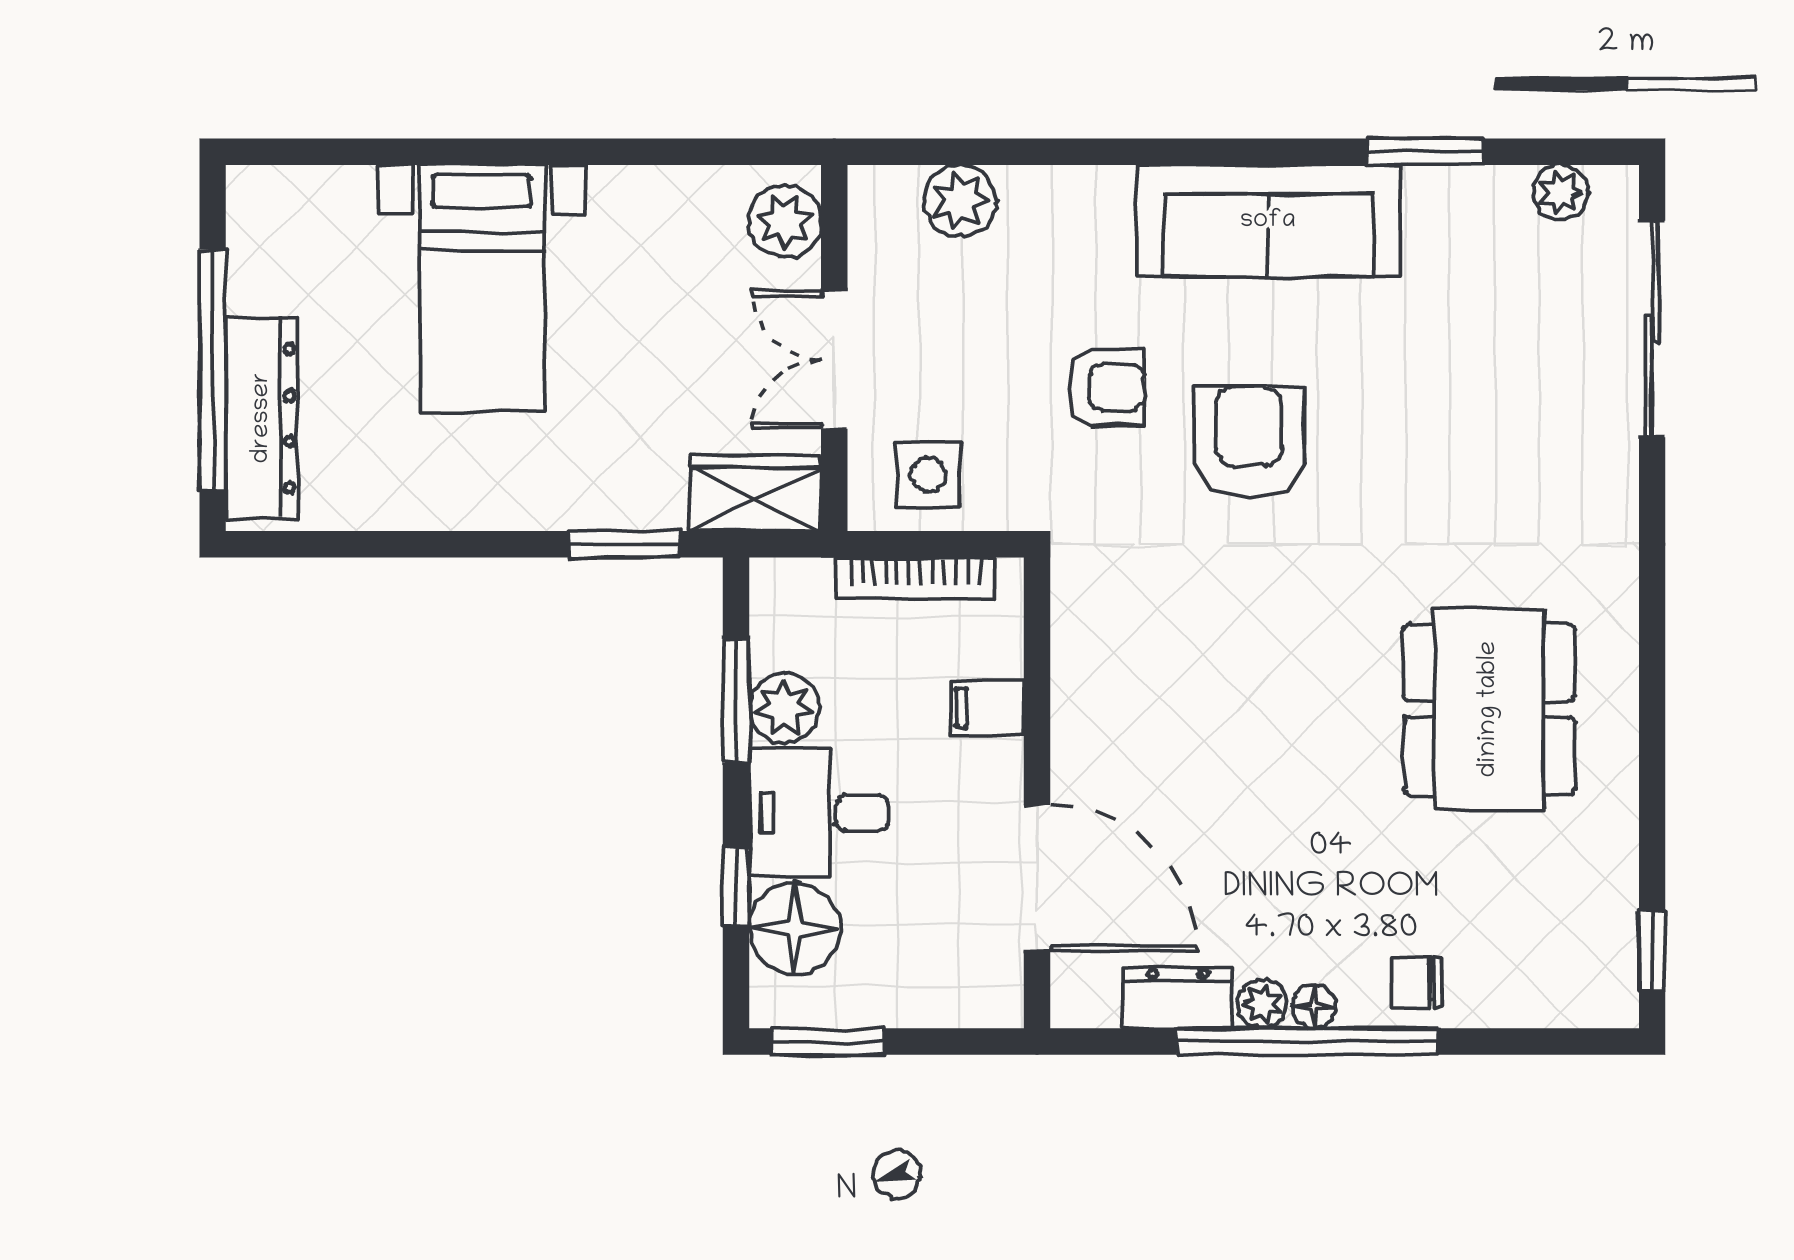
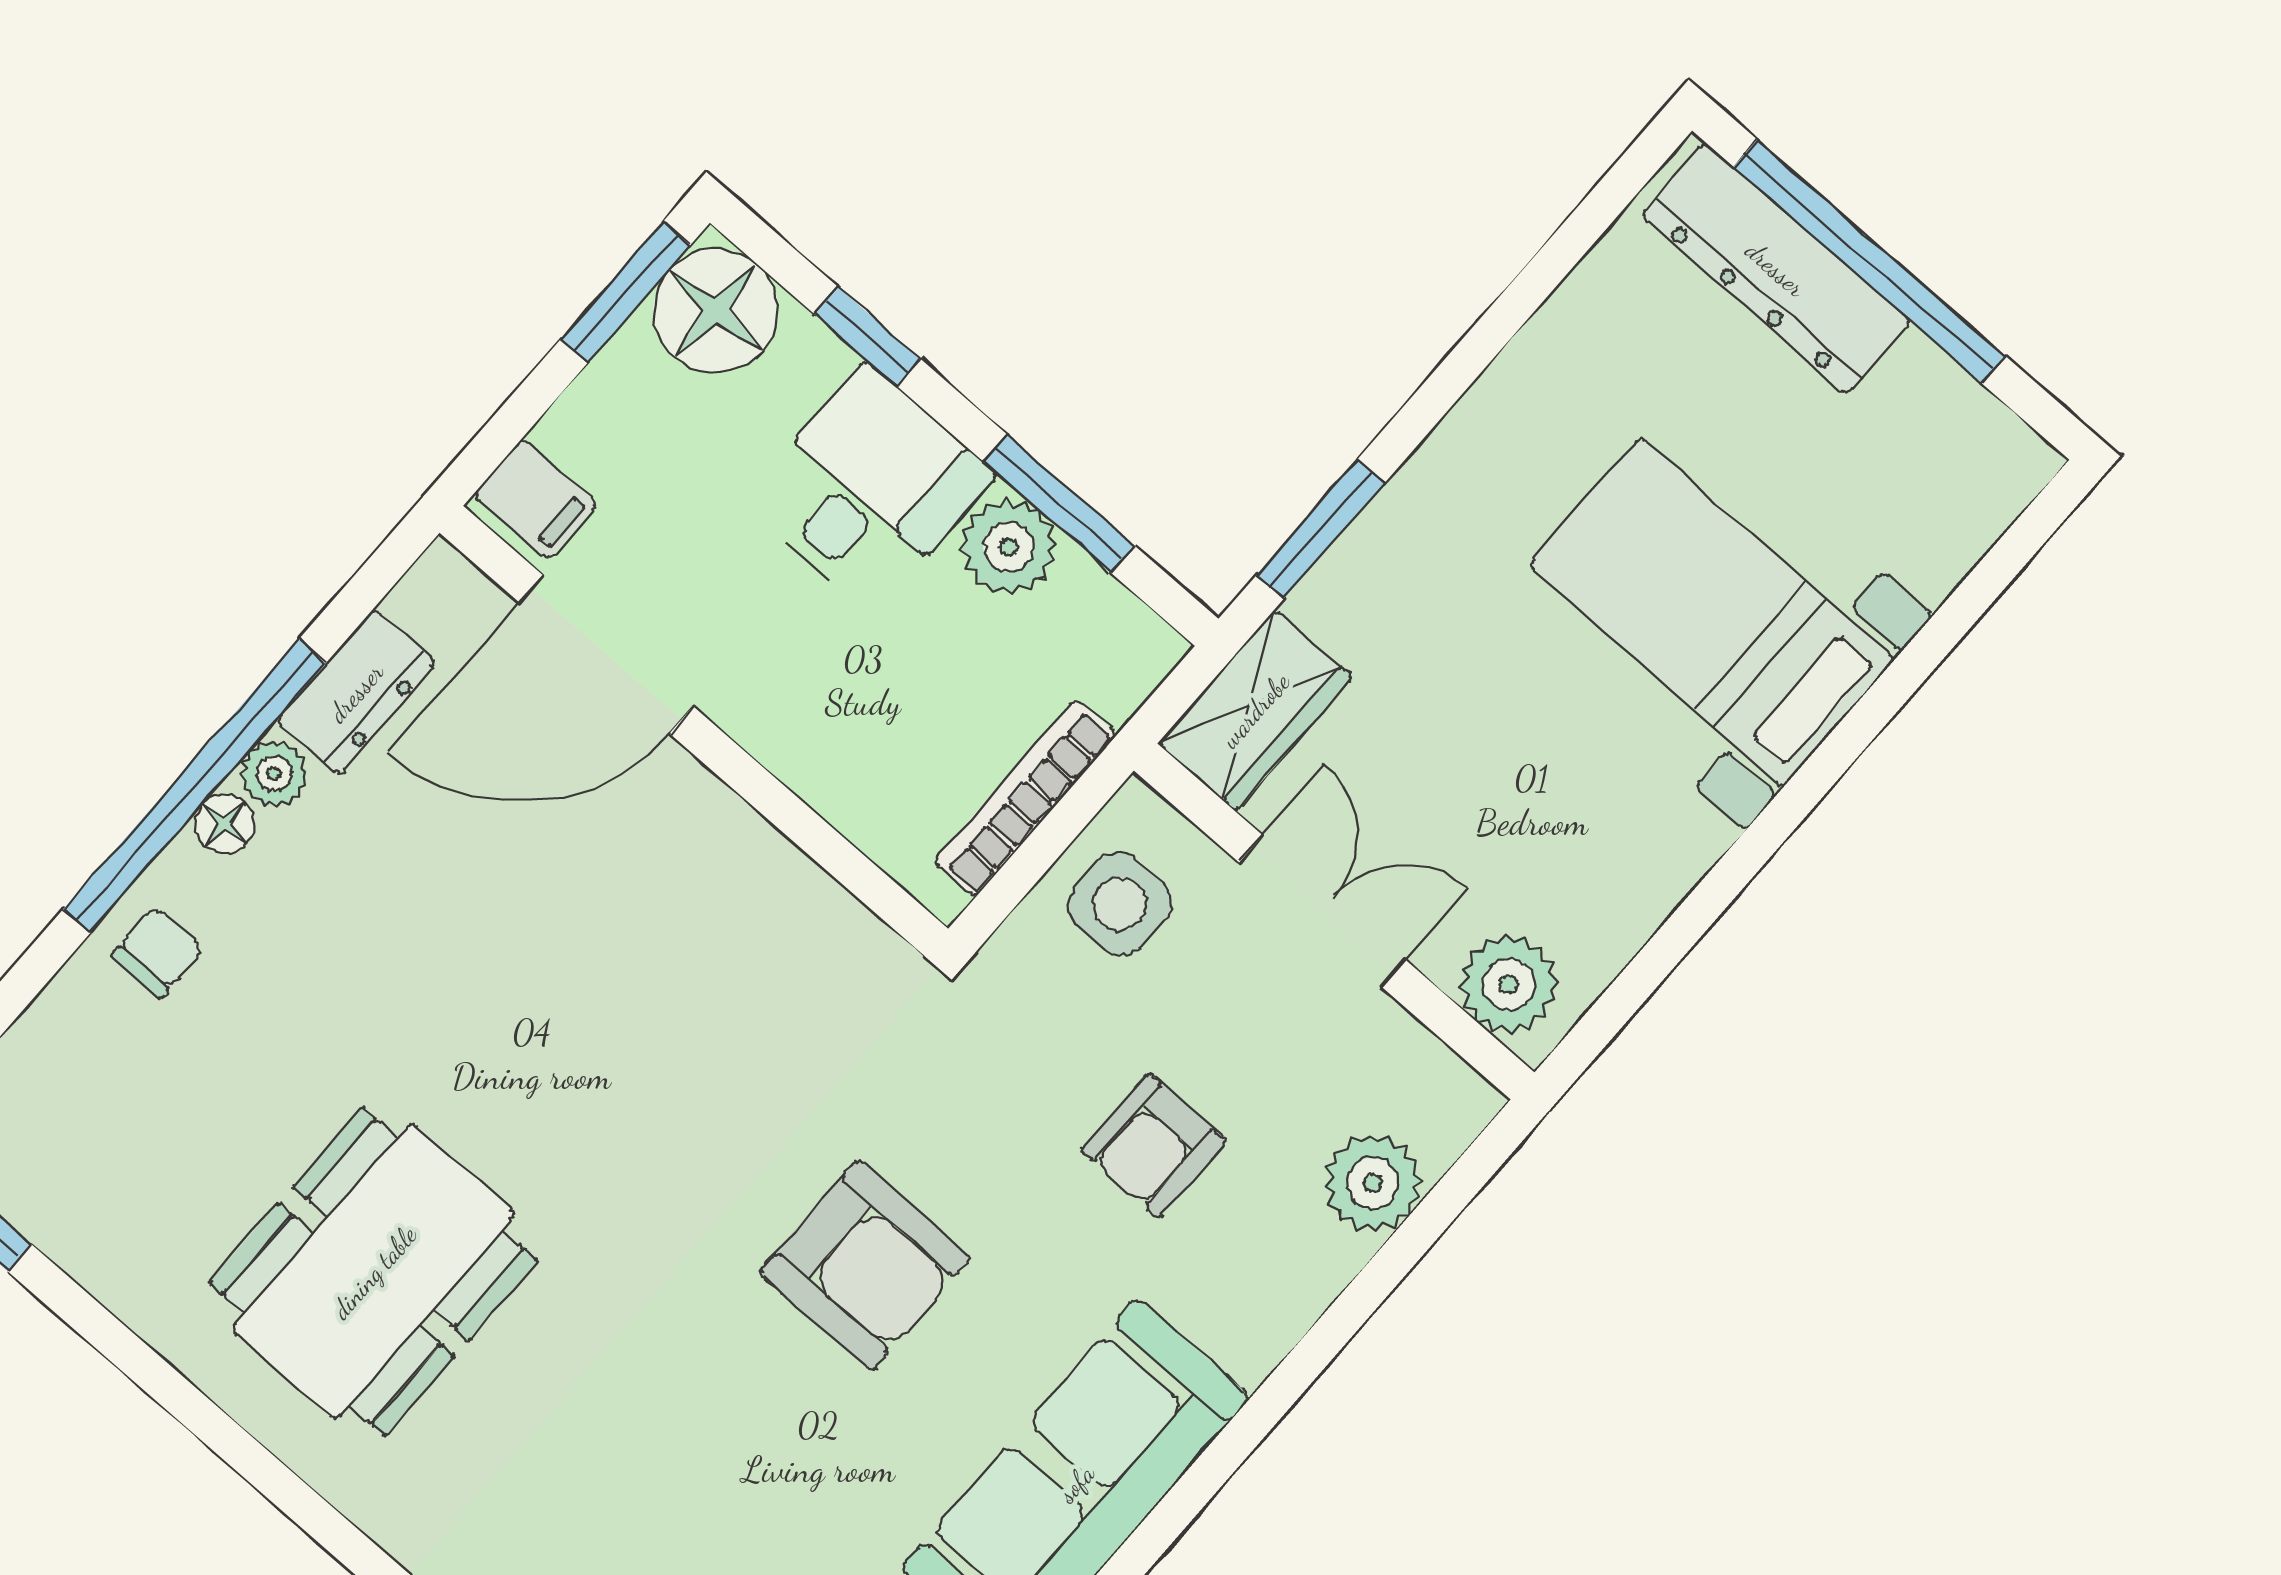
armchair: (1106, 387) -> (1153, 1145), moved
filing cabinet: (987, 708) -> (535, 499), moved, turned 90
dining table: (1489, 709) -> (374, 1272), turned 90
floor lamp: (795, 929) -> (716, 311), moved

